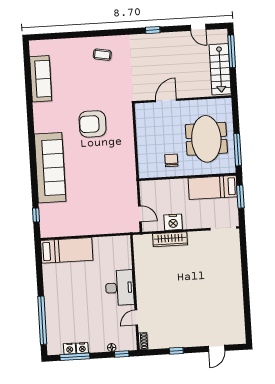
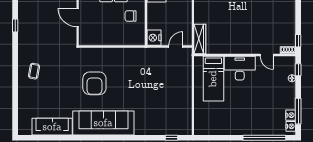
sofa: (50, 168) -> (103, 123), moved
nightstand: (173, 222) -> (154, 38), moved, turned 180
wardrobe: (170, 239) -> (200, 39), moved
bed: (67, 250) -> (213, 79), moved, turned 180
nightstand: (82, 348) -> (291, 126), moved
window: (176, 351) -> (298, 41), moved

